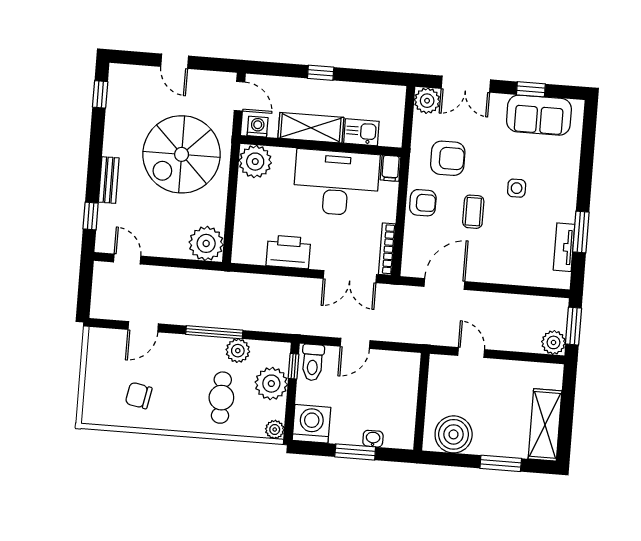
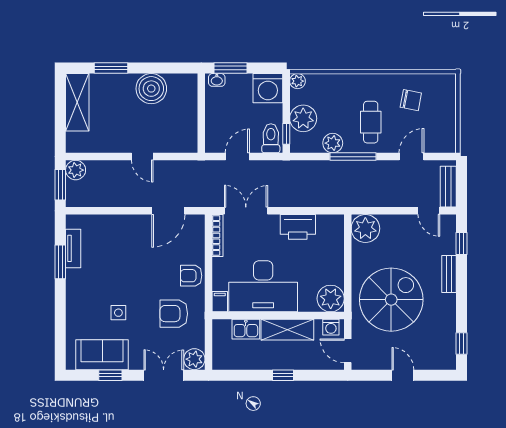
side table: (517, 188) -> (118, 313), moved
coffee table: (473, 212) -> (149, 272), removed
bench: (101, 286) -> (448, 187), added
cafe table: (221, 398) -> (371, 122), moved
wall: (421, 402) -> (201, 113), moved

